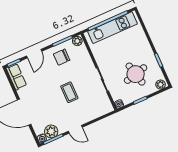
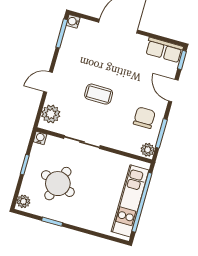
round table: (136, 74) -> (58, 184), turned 34
door: (75, 129) -> (48, 82), moved
plant: (51, 131) -> (51, 114), moved

